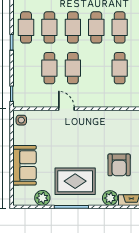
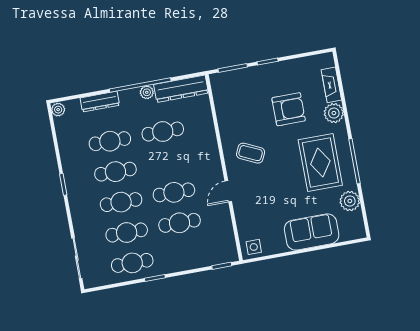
coffee table: (92, 131) -> (251, 153), added

